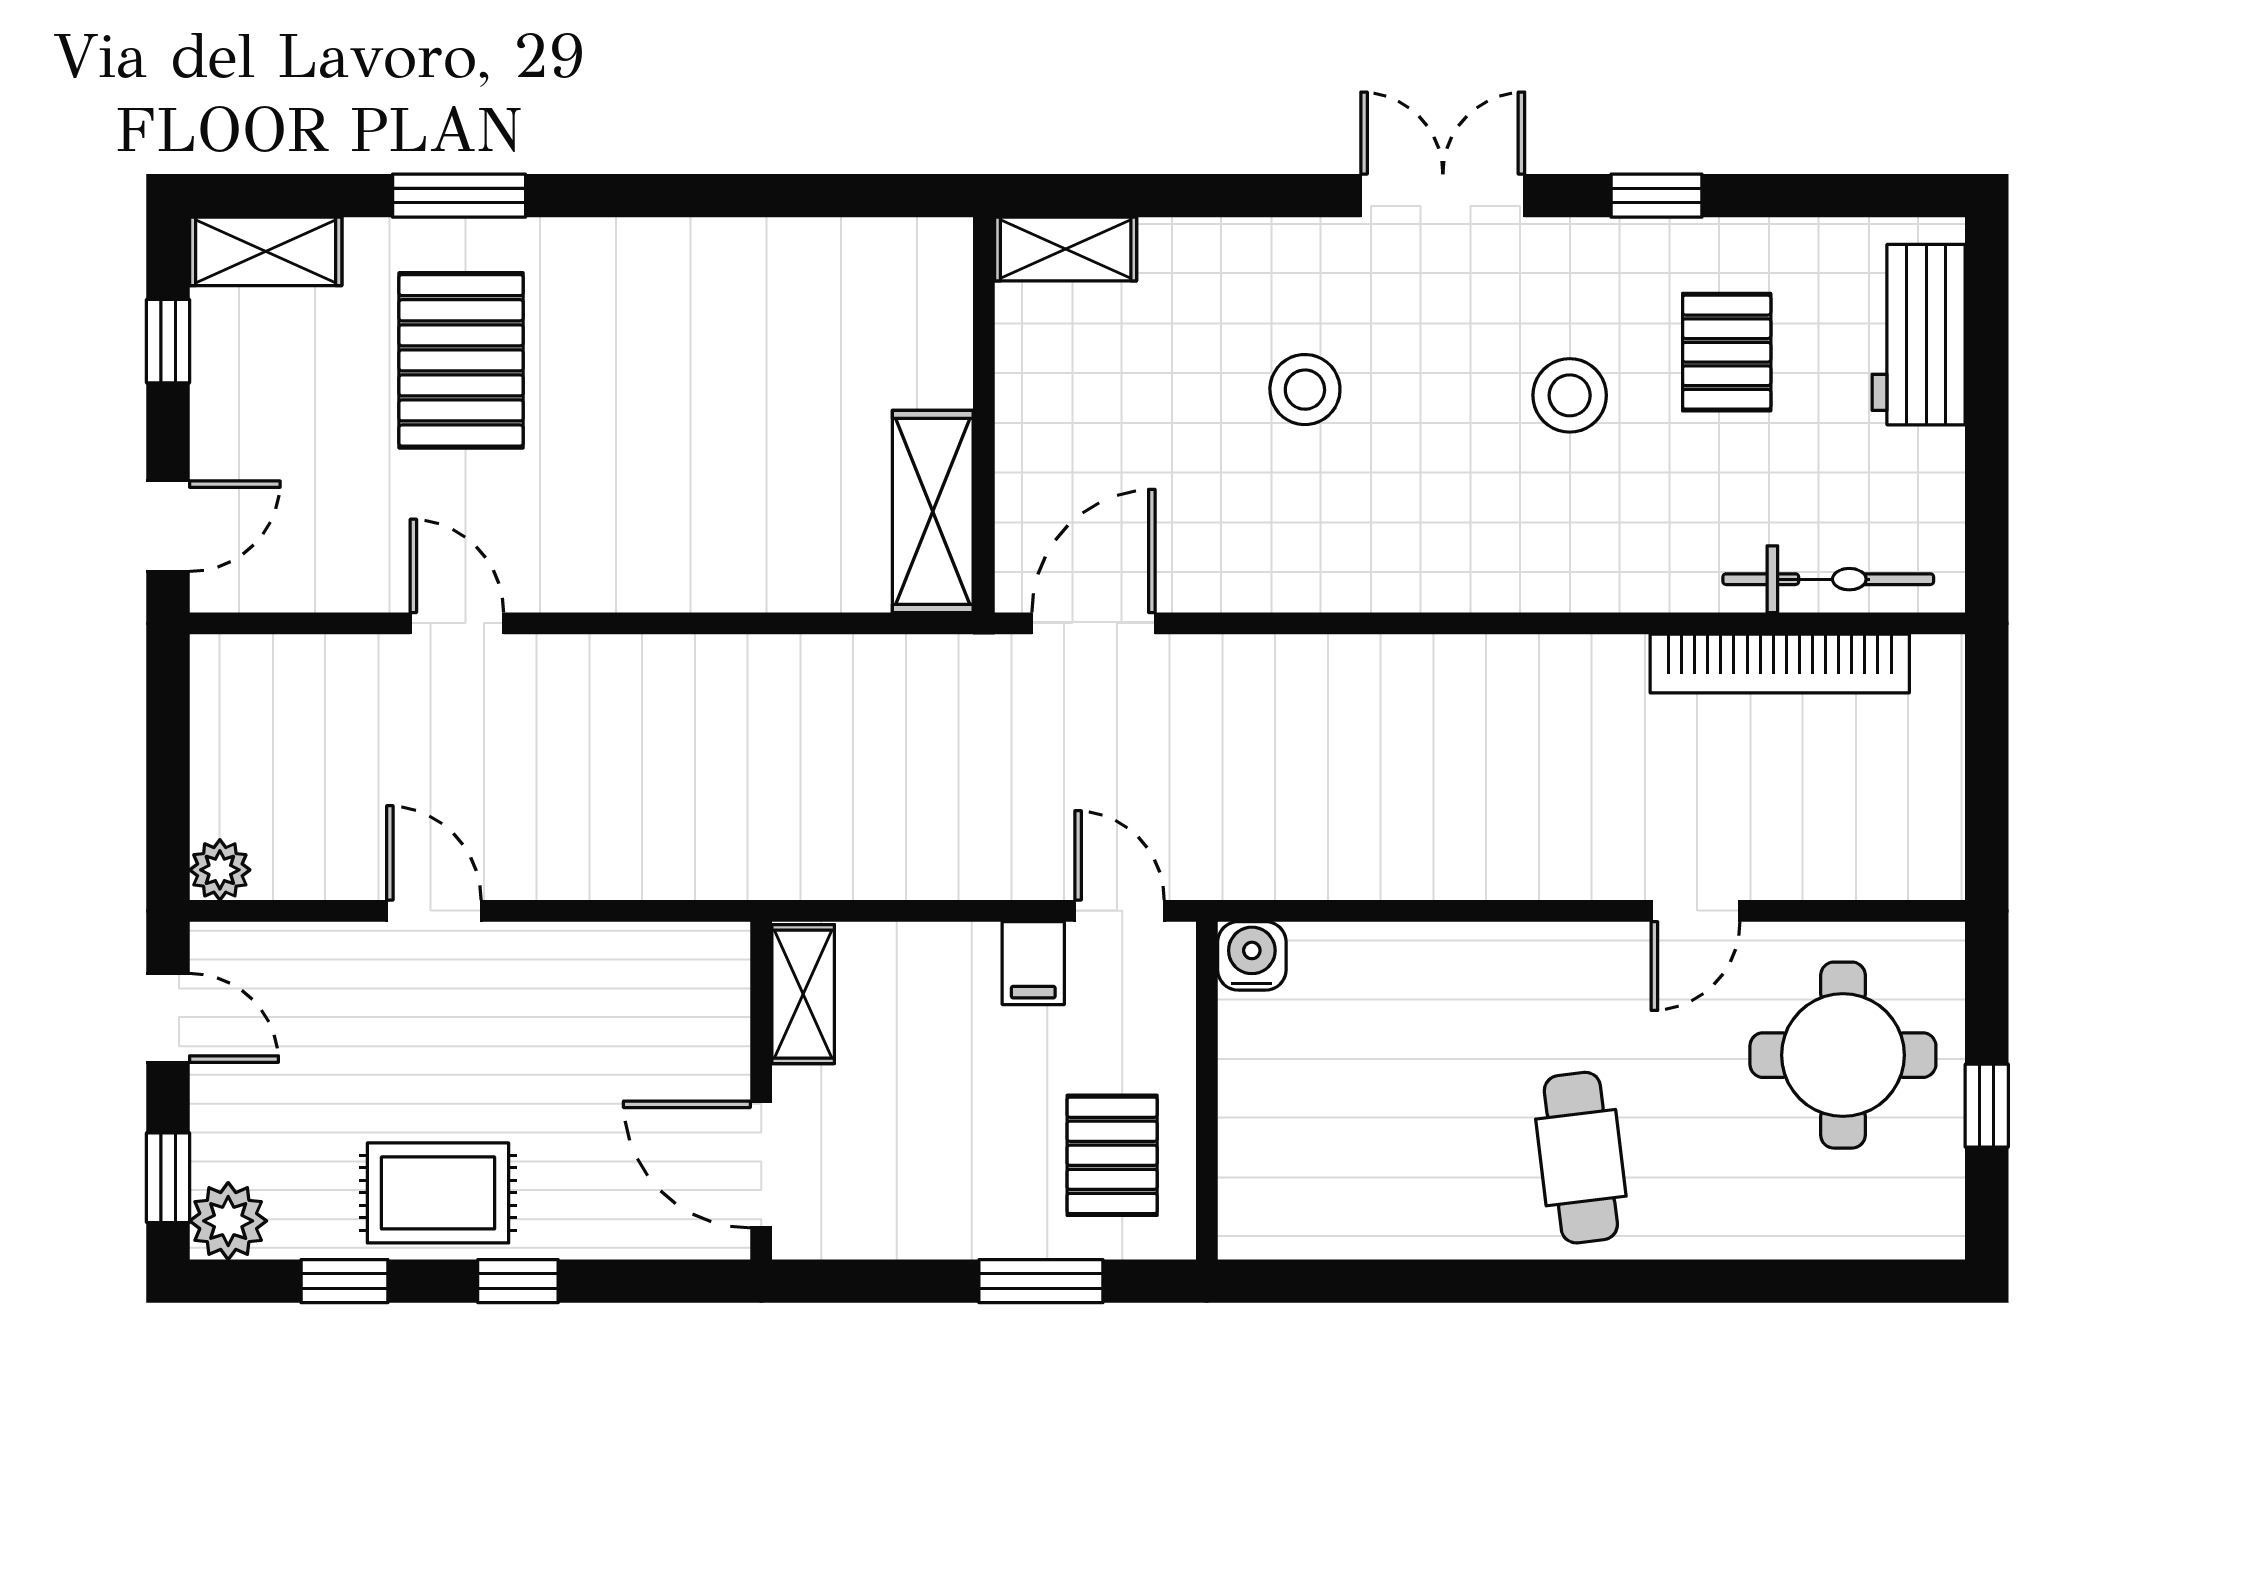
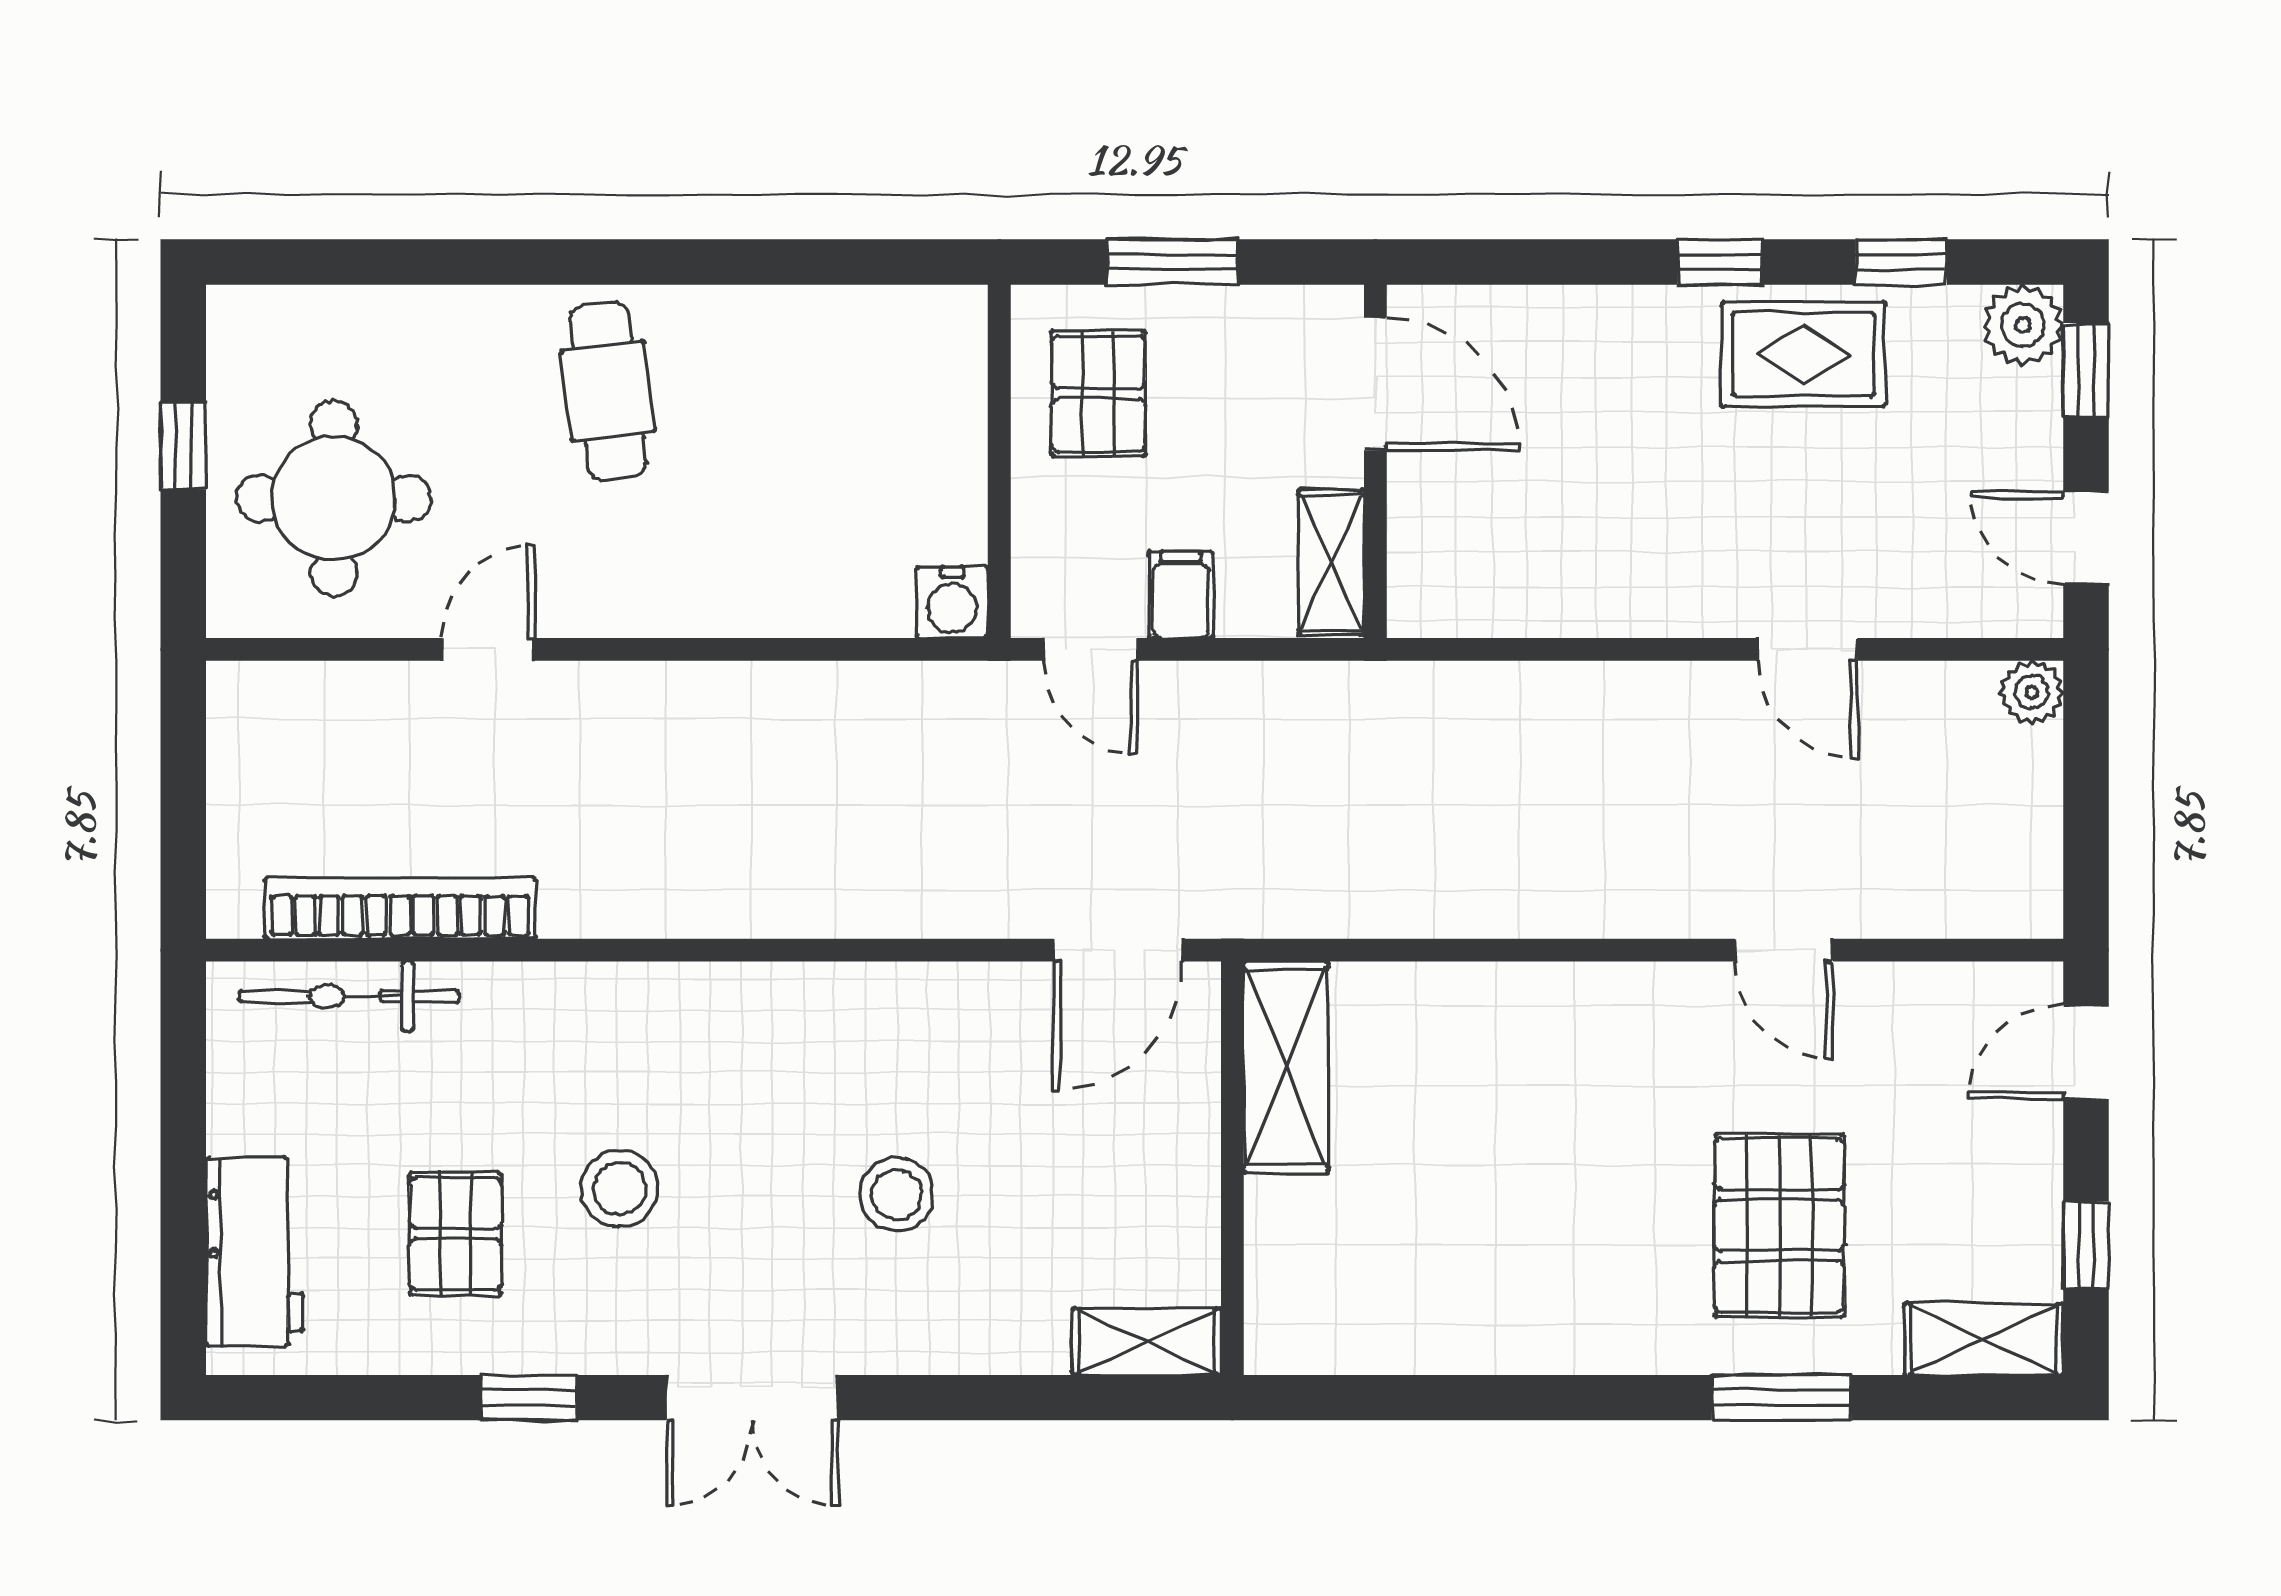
shelving: (803, 994) -> (1331, 562), moved
wall: (761, 1091) -> (1375, 461), moved
door: (761, 1165) -> (1375, 384), moved

